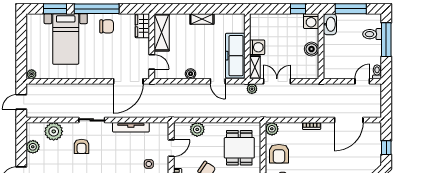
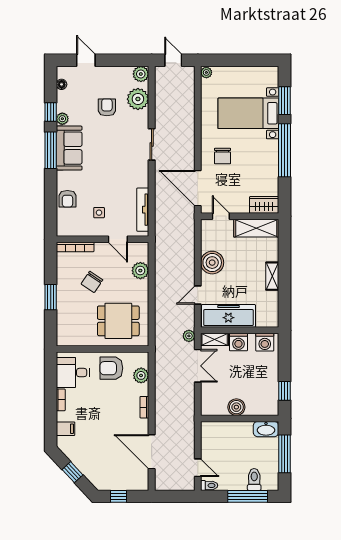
washing machine: (311, 21) -> (265, 342), moved, turned -90
chair: (107, 26) -> (222, 156), moved
door: (152, 62) -> (221, 216), swing flipped
boiler: (191, 74) -> (212, 263), width x1.86, depth x1.86
tv unit: (131, 127) -> (143, 210), moved
plant: (272, 129) -> (141, 375), moved
armchair: (82, 146) -> (107, 107), moved, turned 90
plant: (33, 147) -> (141, 74), moved

